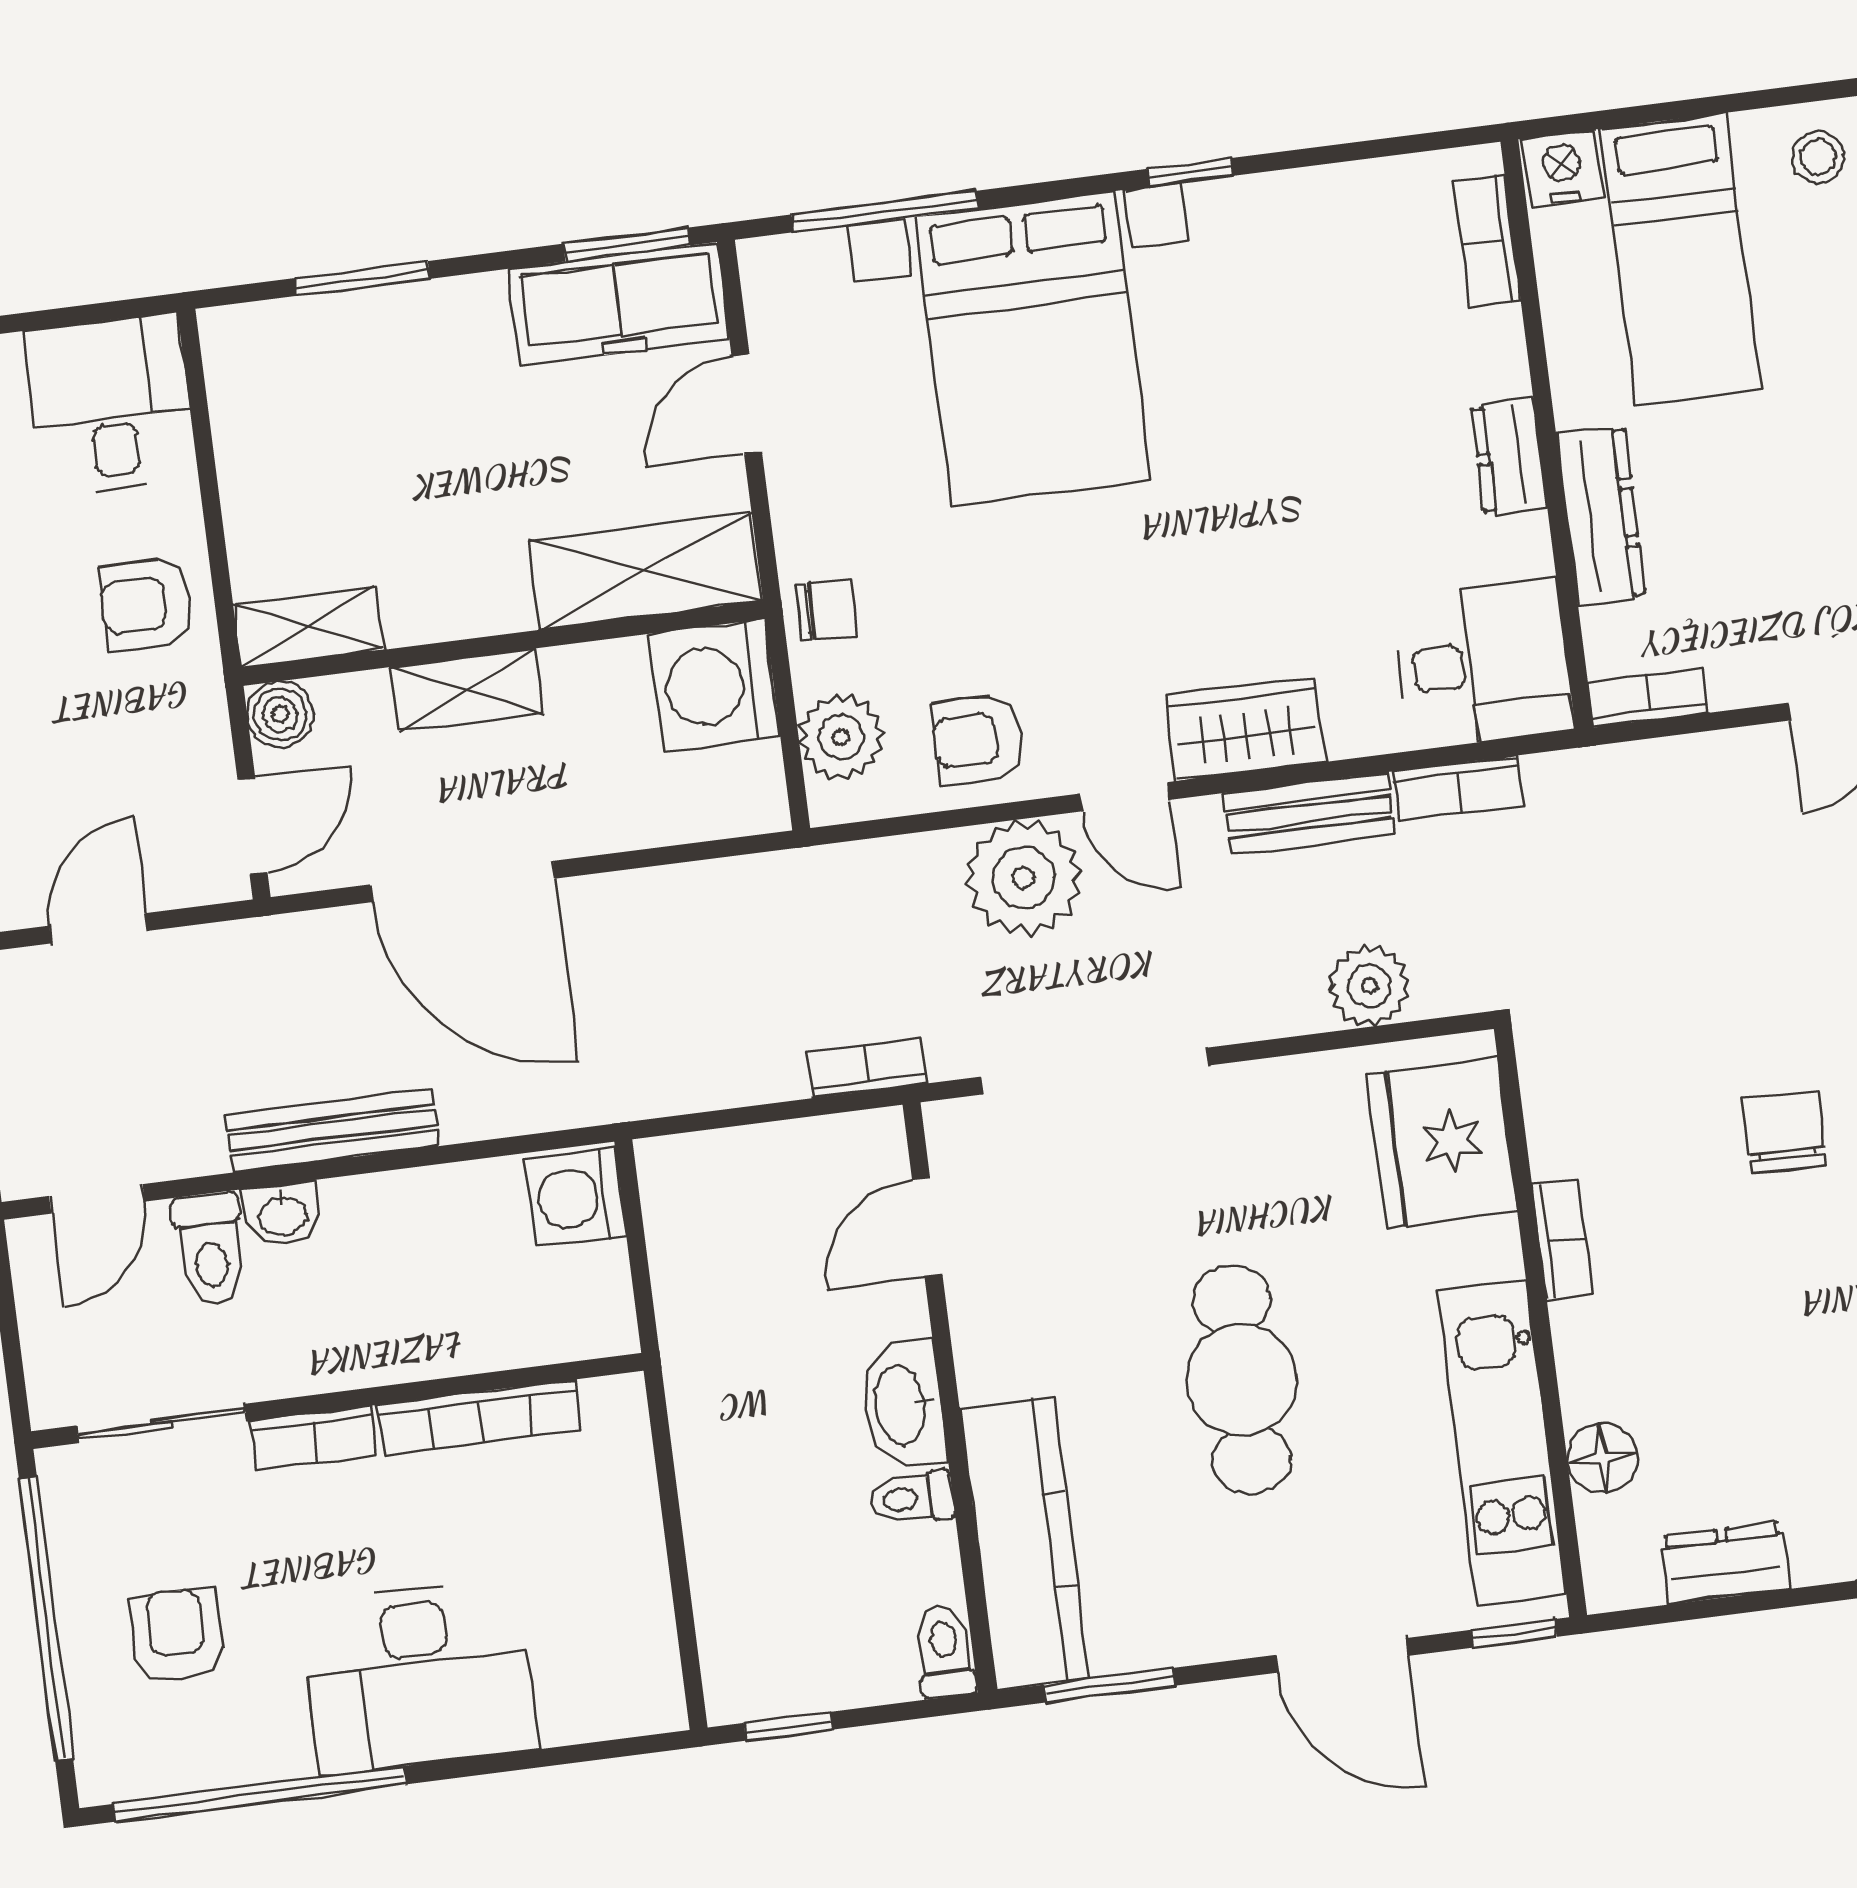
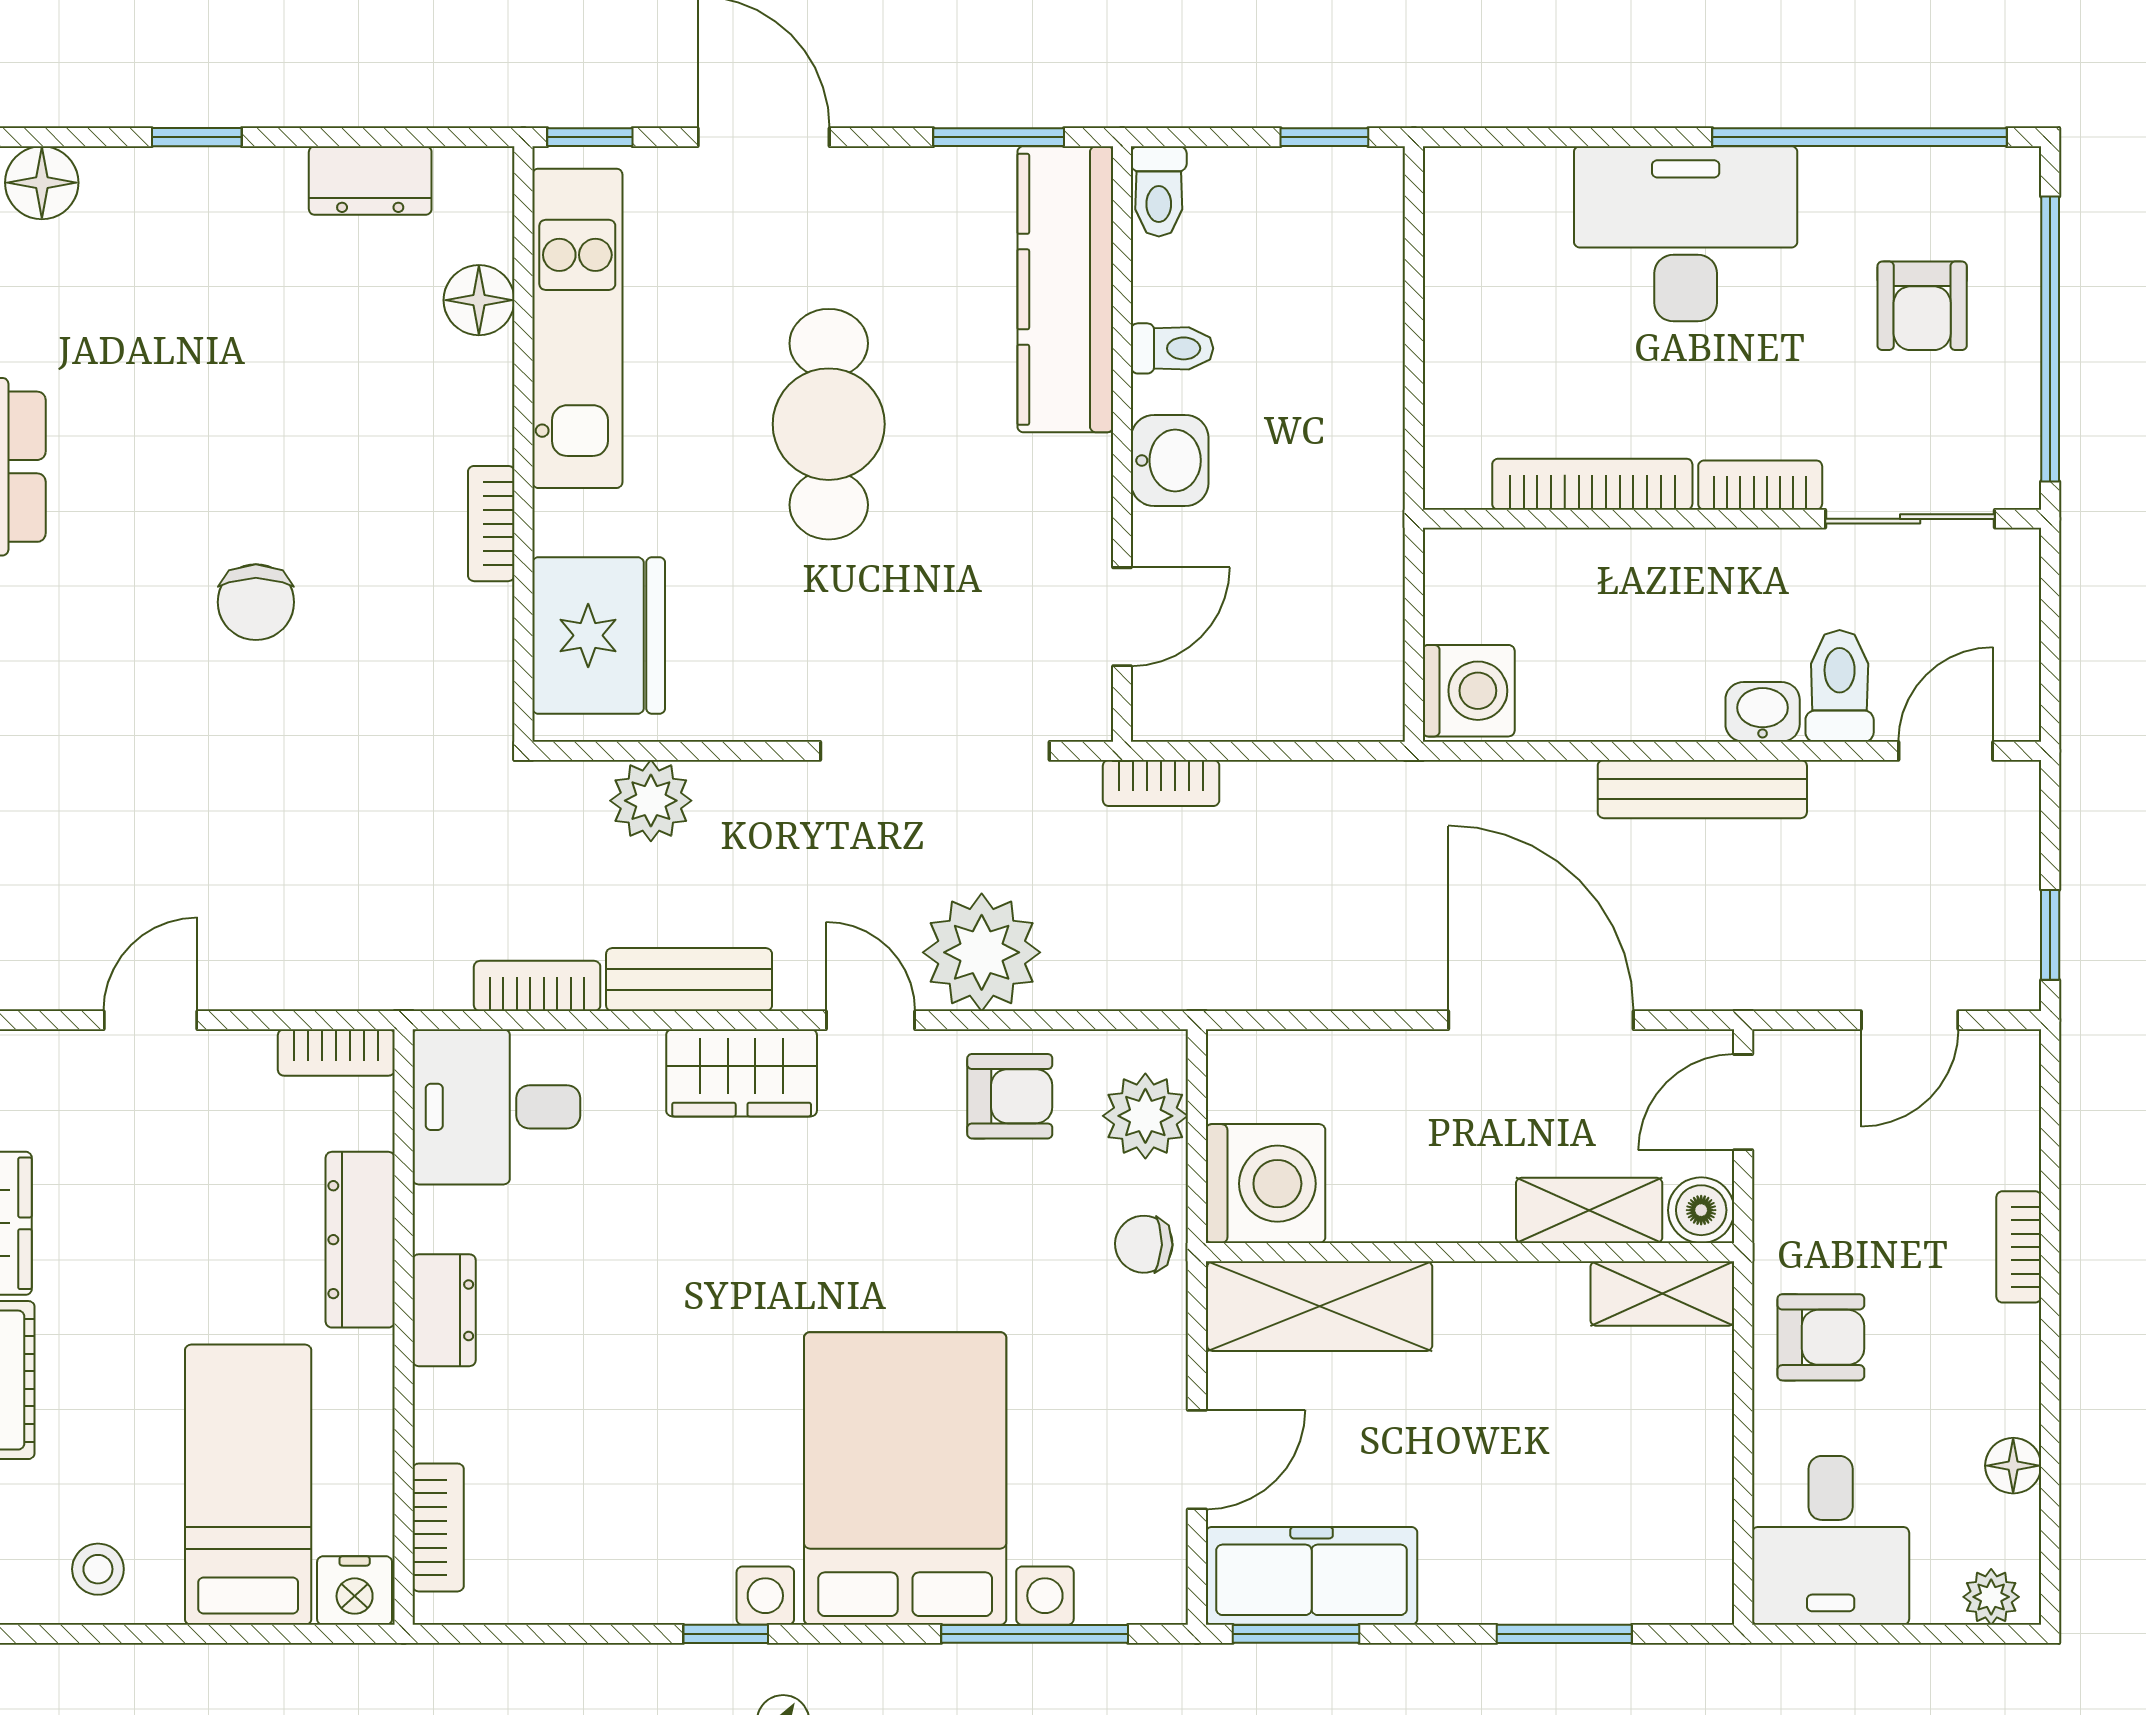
shelving: (467, 690) -> (1589, 1210), moved
washbasin: (902, 1405) -> (1170, 460), width x0.72

